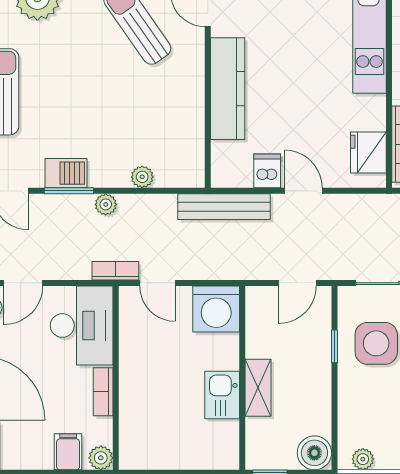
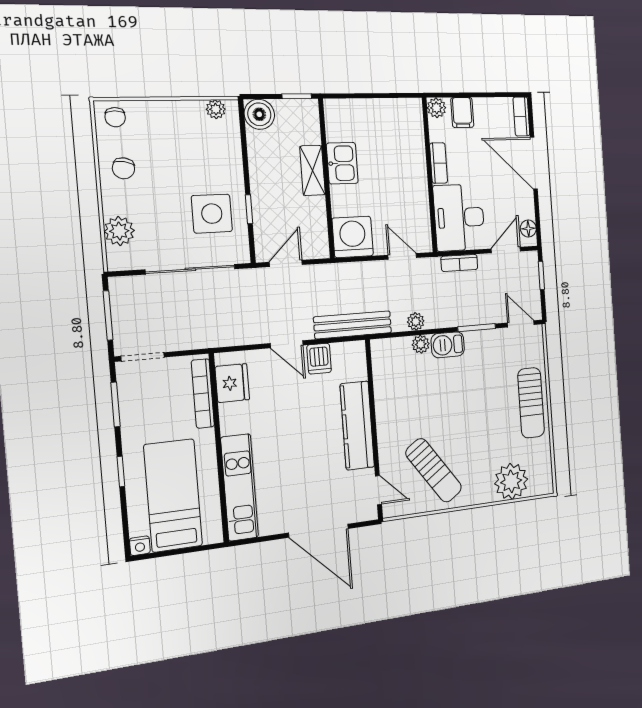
barbecue: (66, 173) -> (448, 345), moved
plant: (106, 204) -> (416, 321), moved
bookcase: (115, 271) -> (459, 263), moved

